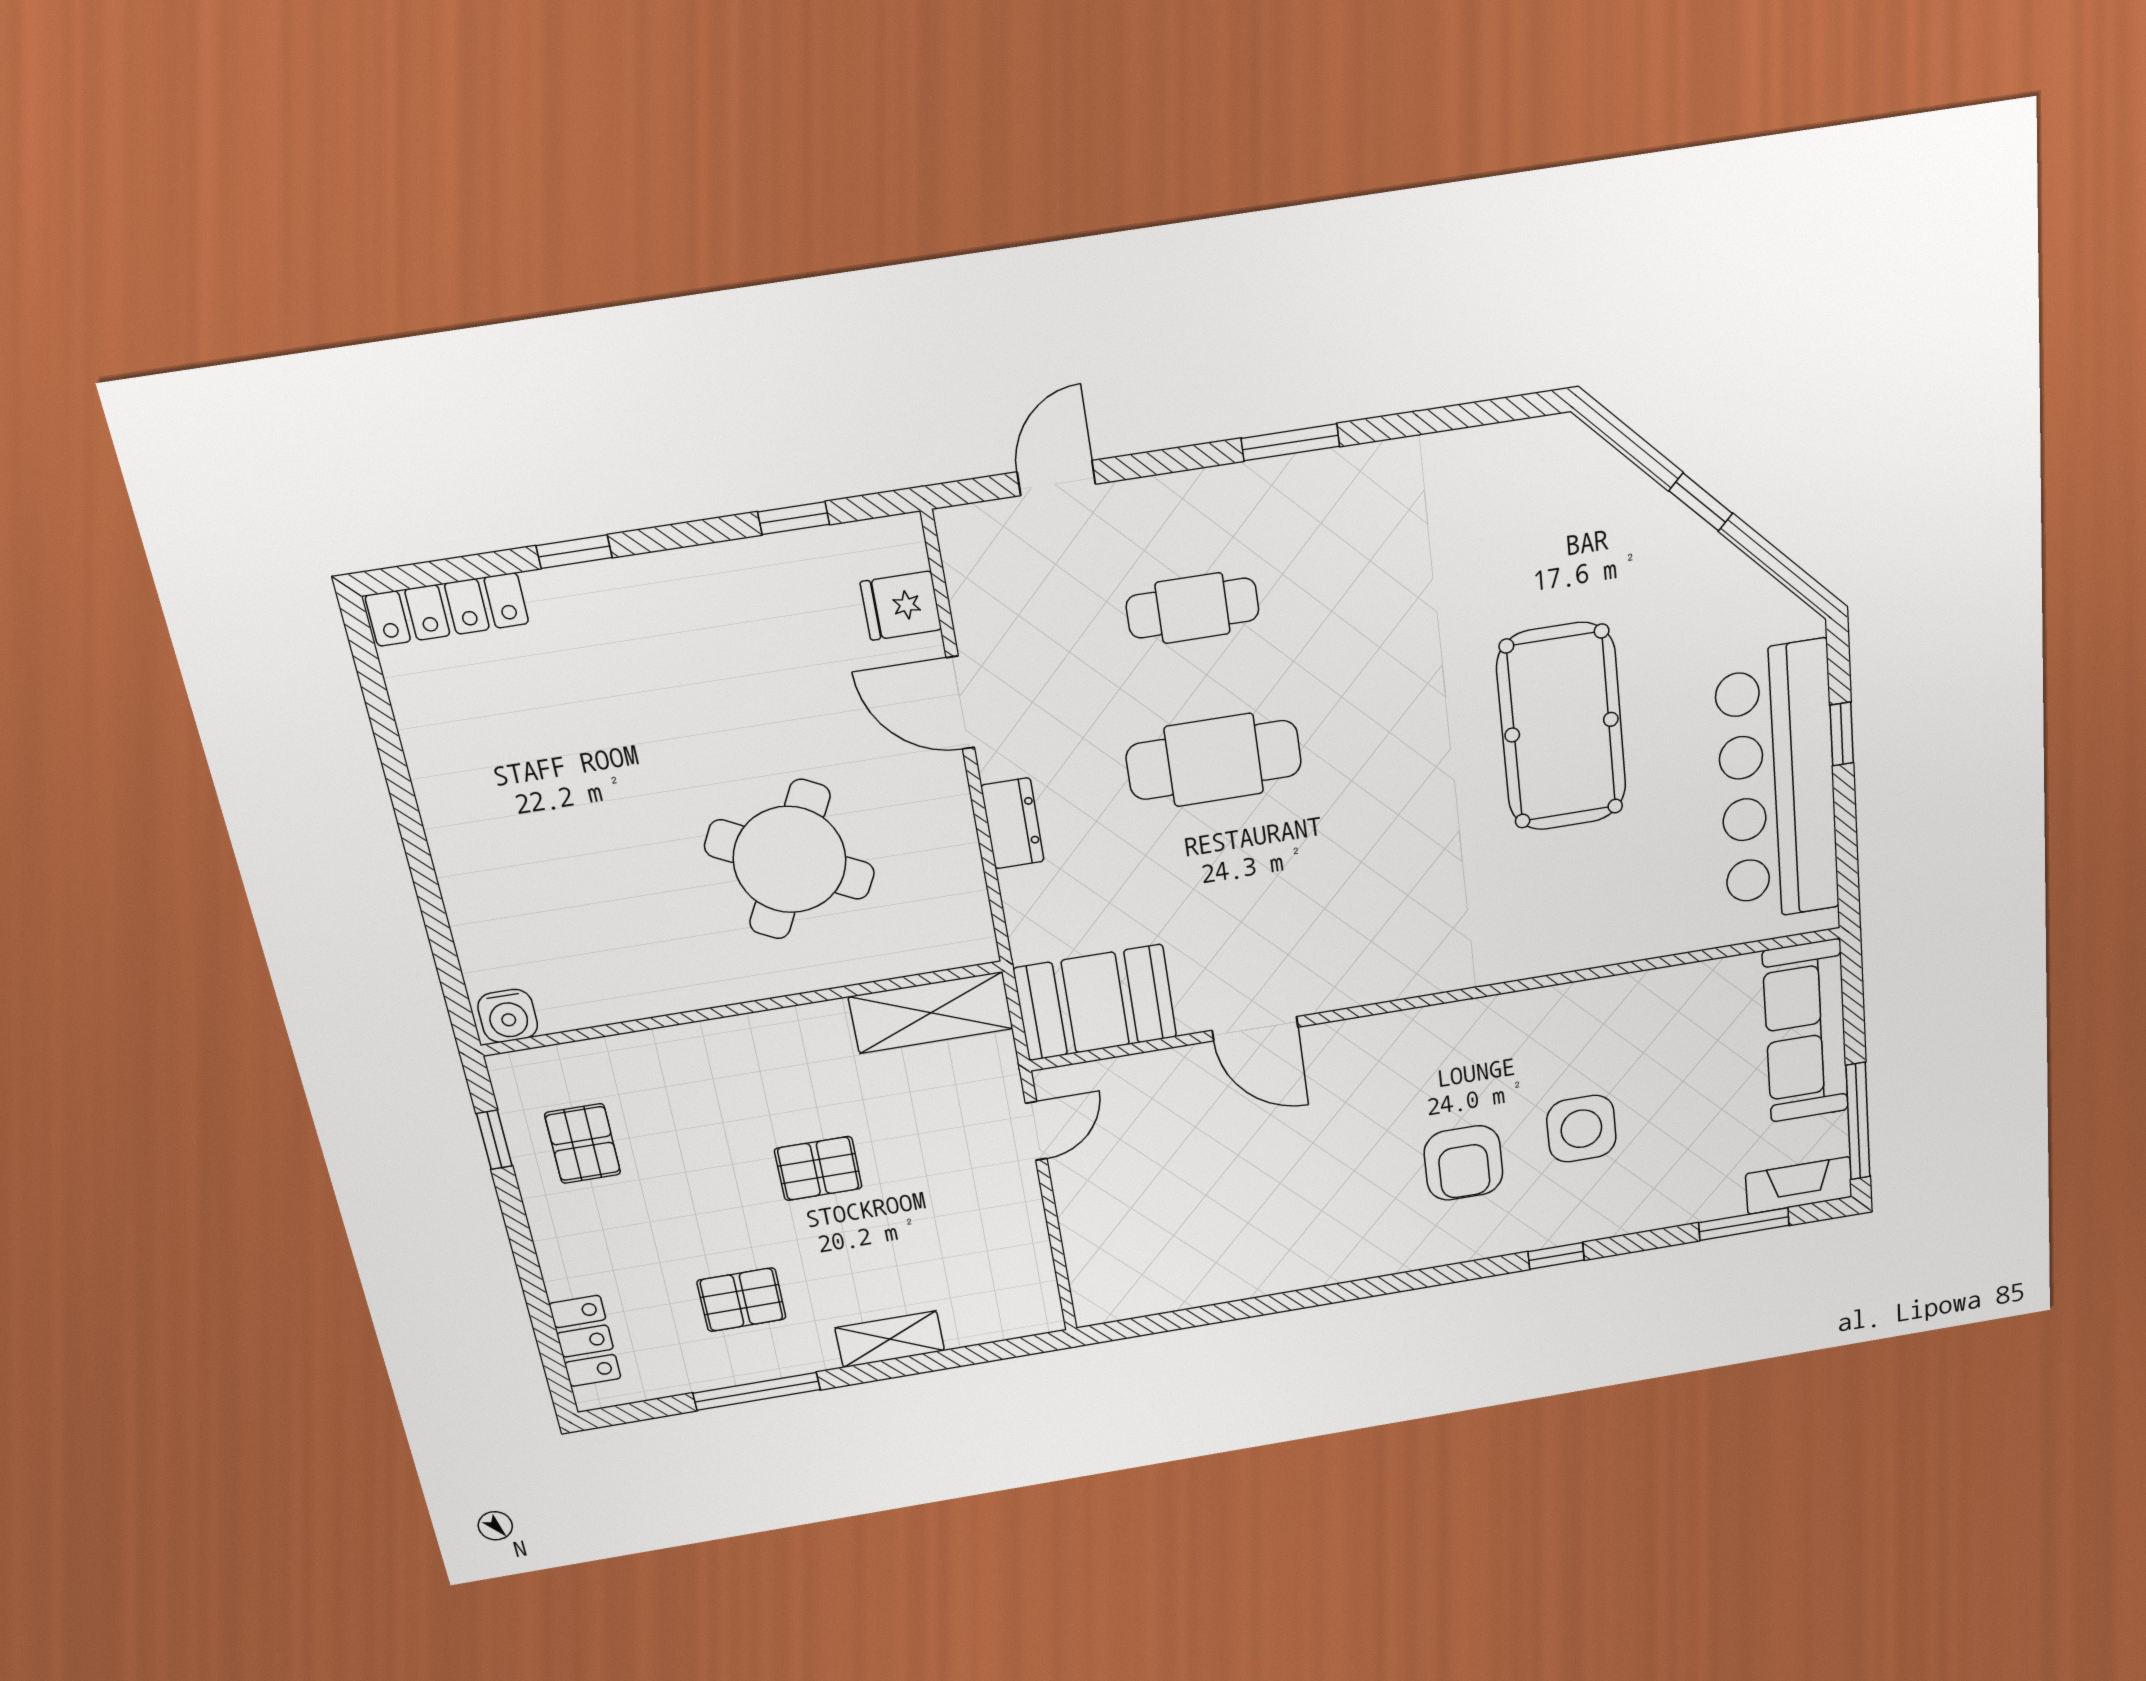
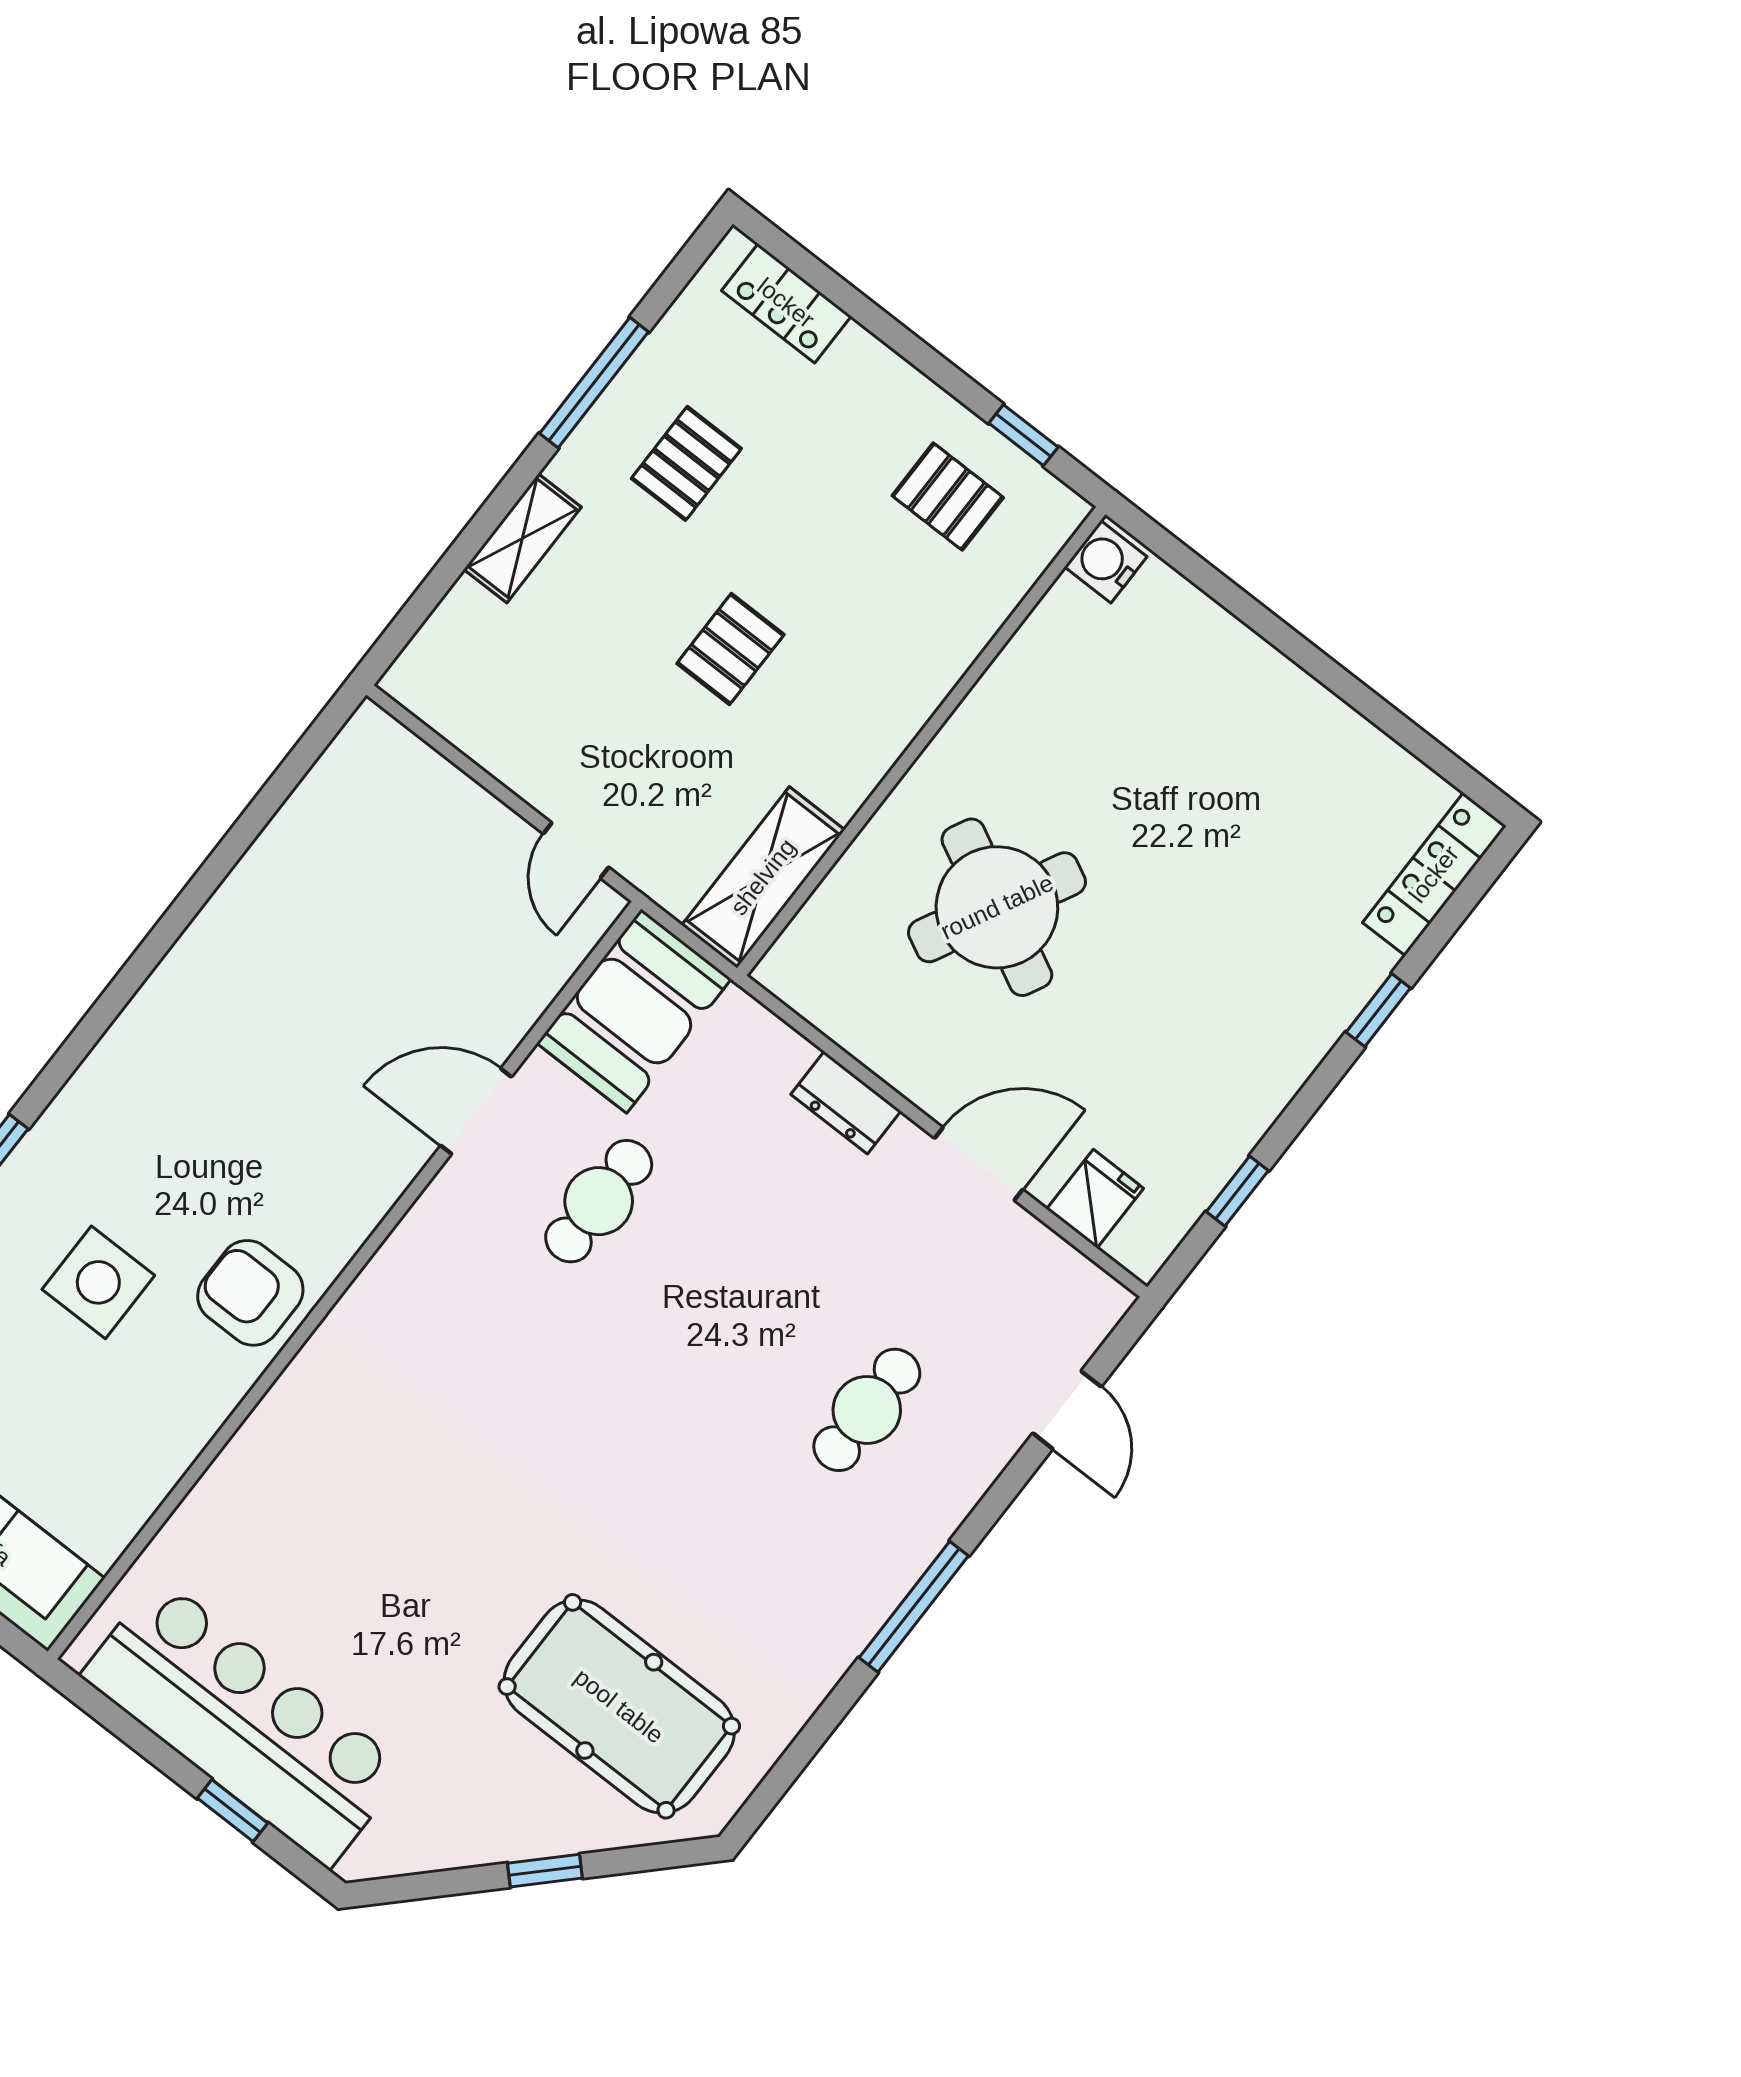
window: (1290, 442) -> (914, 1607), width x1.44
pool table: (1562, 727) -> (619, 1706), moved
cafe table: (1214, 760) -> (599, 1201), moved, width x0.73, depth x0.74
armchair: (1463, 1163) -> (250, 1293), moved

